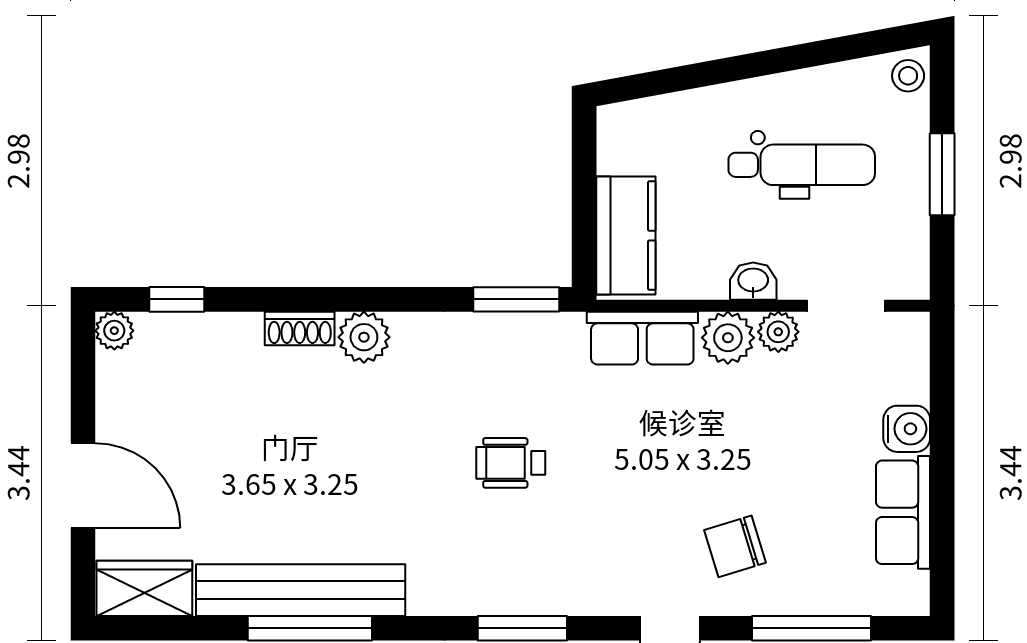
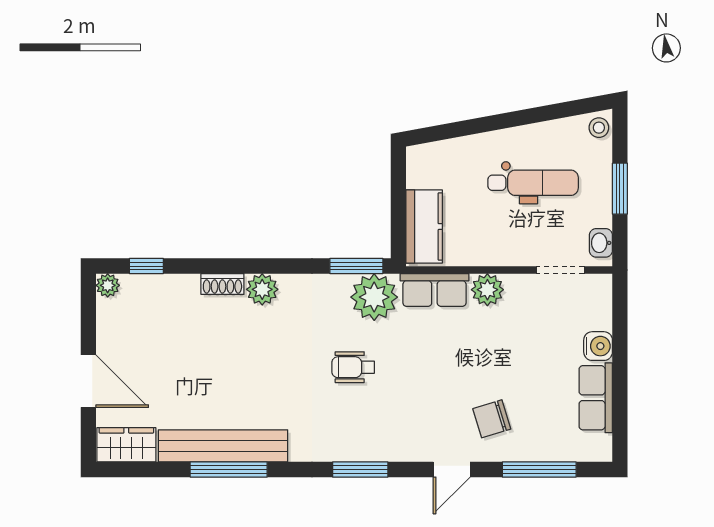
washbasin: (753, 281) -> (601, 243), moved, turned -90
plant: (778, 332) -> (374, 297), moved, width x1.88, depth x1.88

